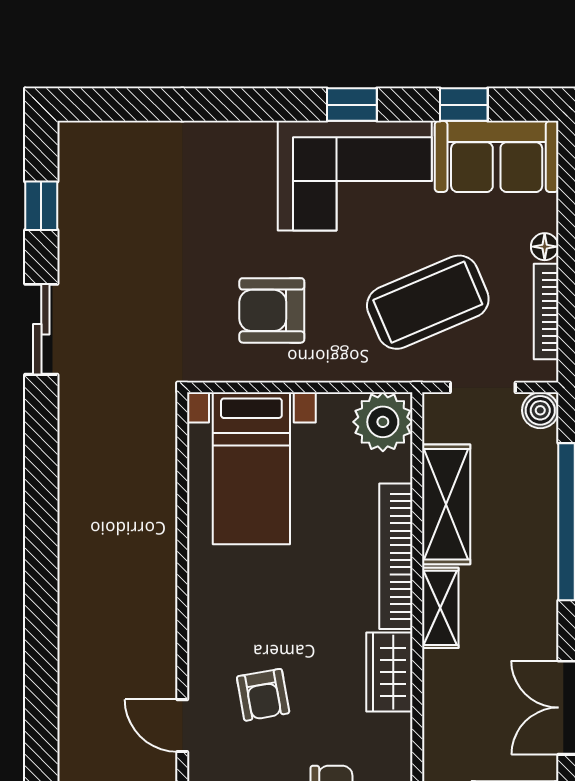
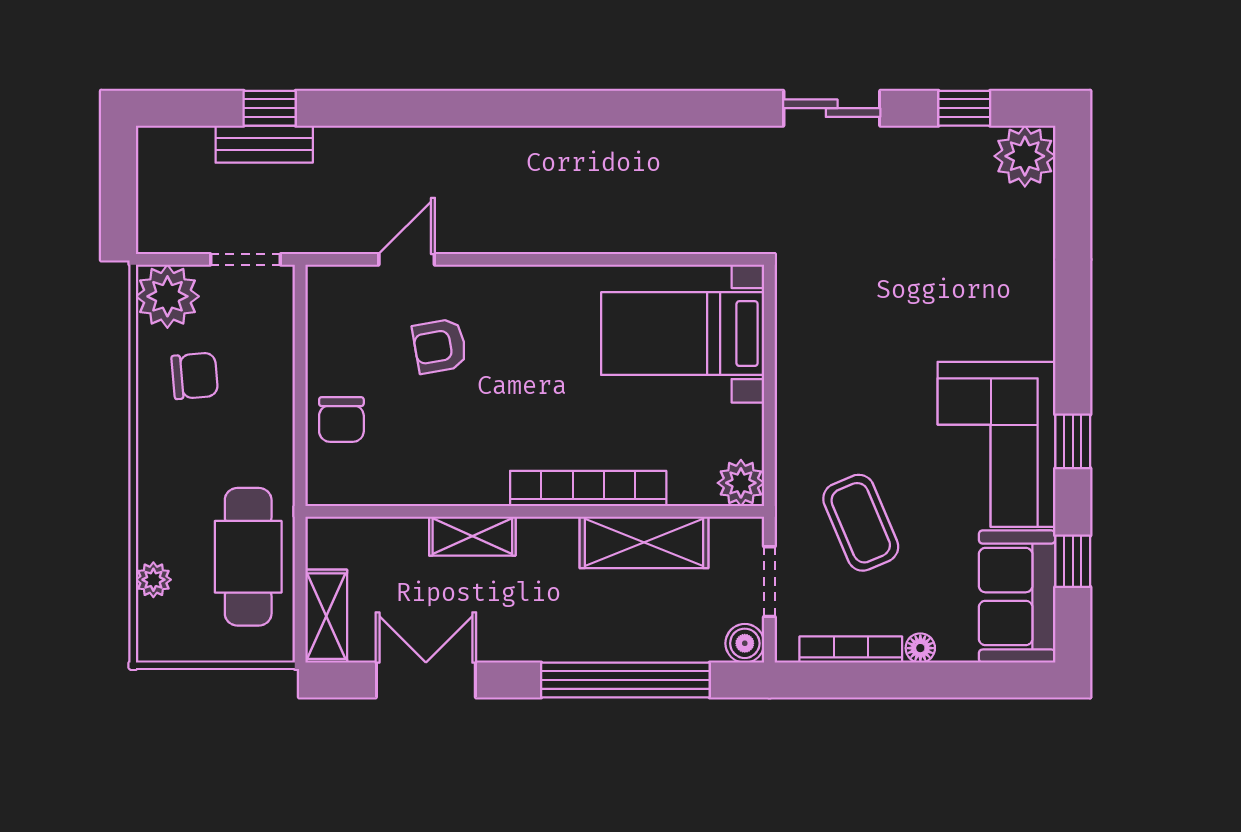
plant: (86, 149) -> (1025, 156), added
coffee table: (428, 302) -> (861, 523), width x0.73, depth x0.76
armchair: (272, 310) -> (852, 355), removed
plant: (383, 422) -> (741, 483), width x0.73, depth x0.73
shelving: (440, 608) -> (472, 536), moved
wardrobe: (389, 672) -> (464, 482), removed

